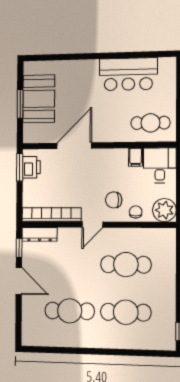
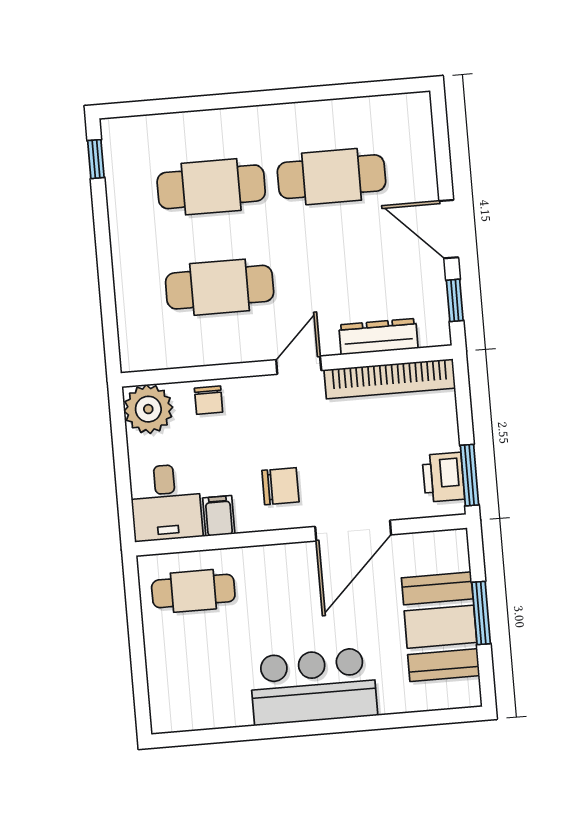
bar counter: (128, 74) -> (313, 686), moved
chair: (114, 200) -> (280, 486), moved
dresser: (39, 234) -> (378, 337), moved

